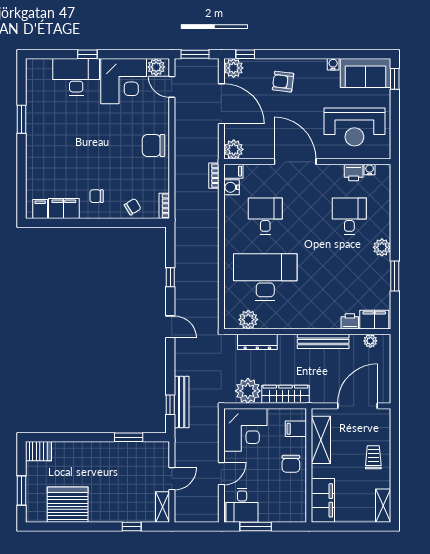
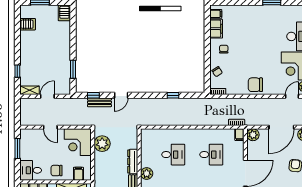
chair: (153, 145) -> (255, 85), turned -90
water cooler: (232, 187) -> (229, 133), removed
desk: (265, 277) -> (173, 155), width x0.53, depth x0.77
plant: (248, 320) -> (147, 174), moved
door: (170, 327) -> (121, 95), moved
dresser: (257, 342) -> (133, 161), moved
wardrobe: (285, 394) -> (100, 167), removed
bench: (182, 402) -> (99, 102), width x0.73
door: (172, 479) -> (47, 96), swing flipped
server rack: (68, 505) -> (28, 24), width x0.46, depth x0.70
desk: (242, 505) -> (31, 170), moved

